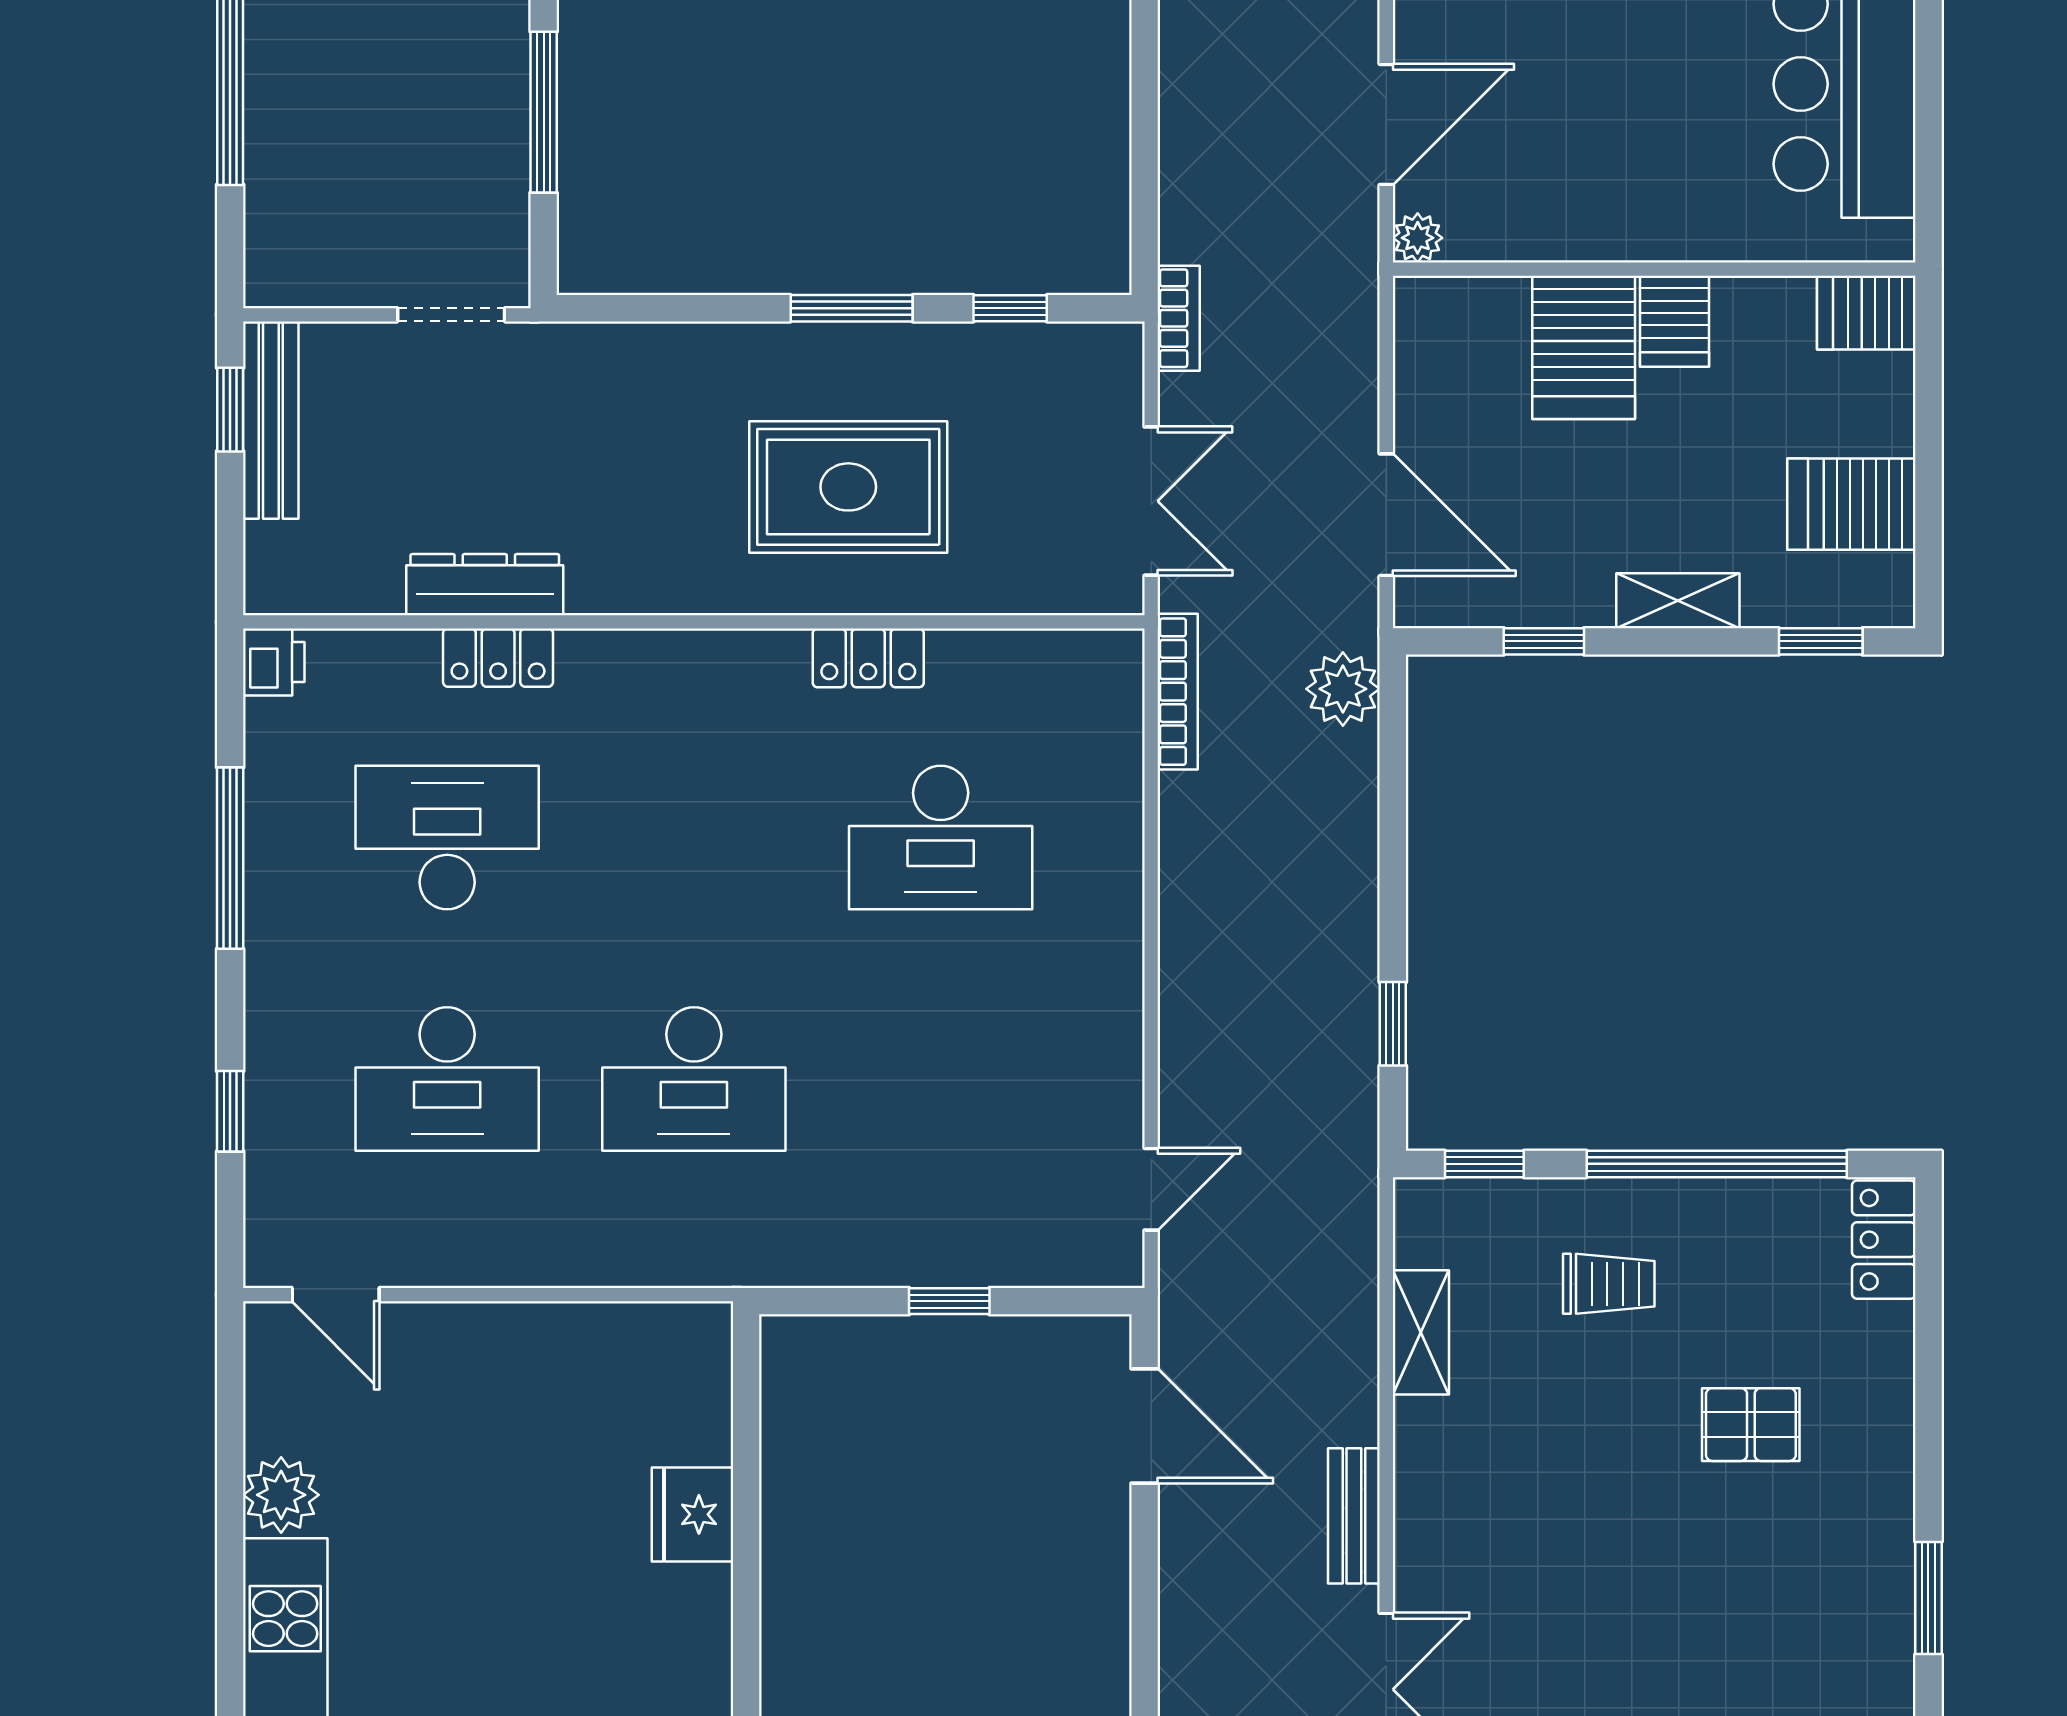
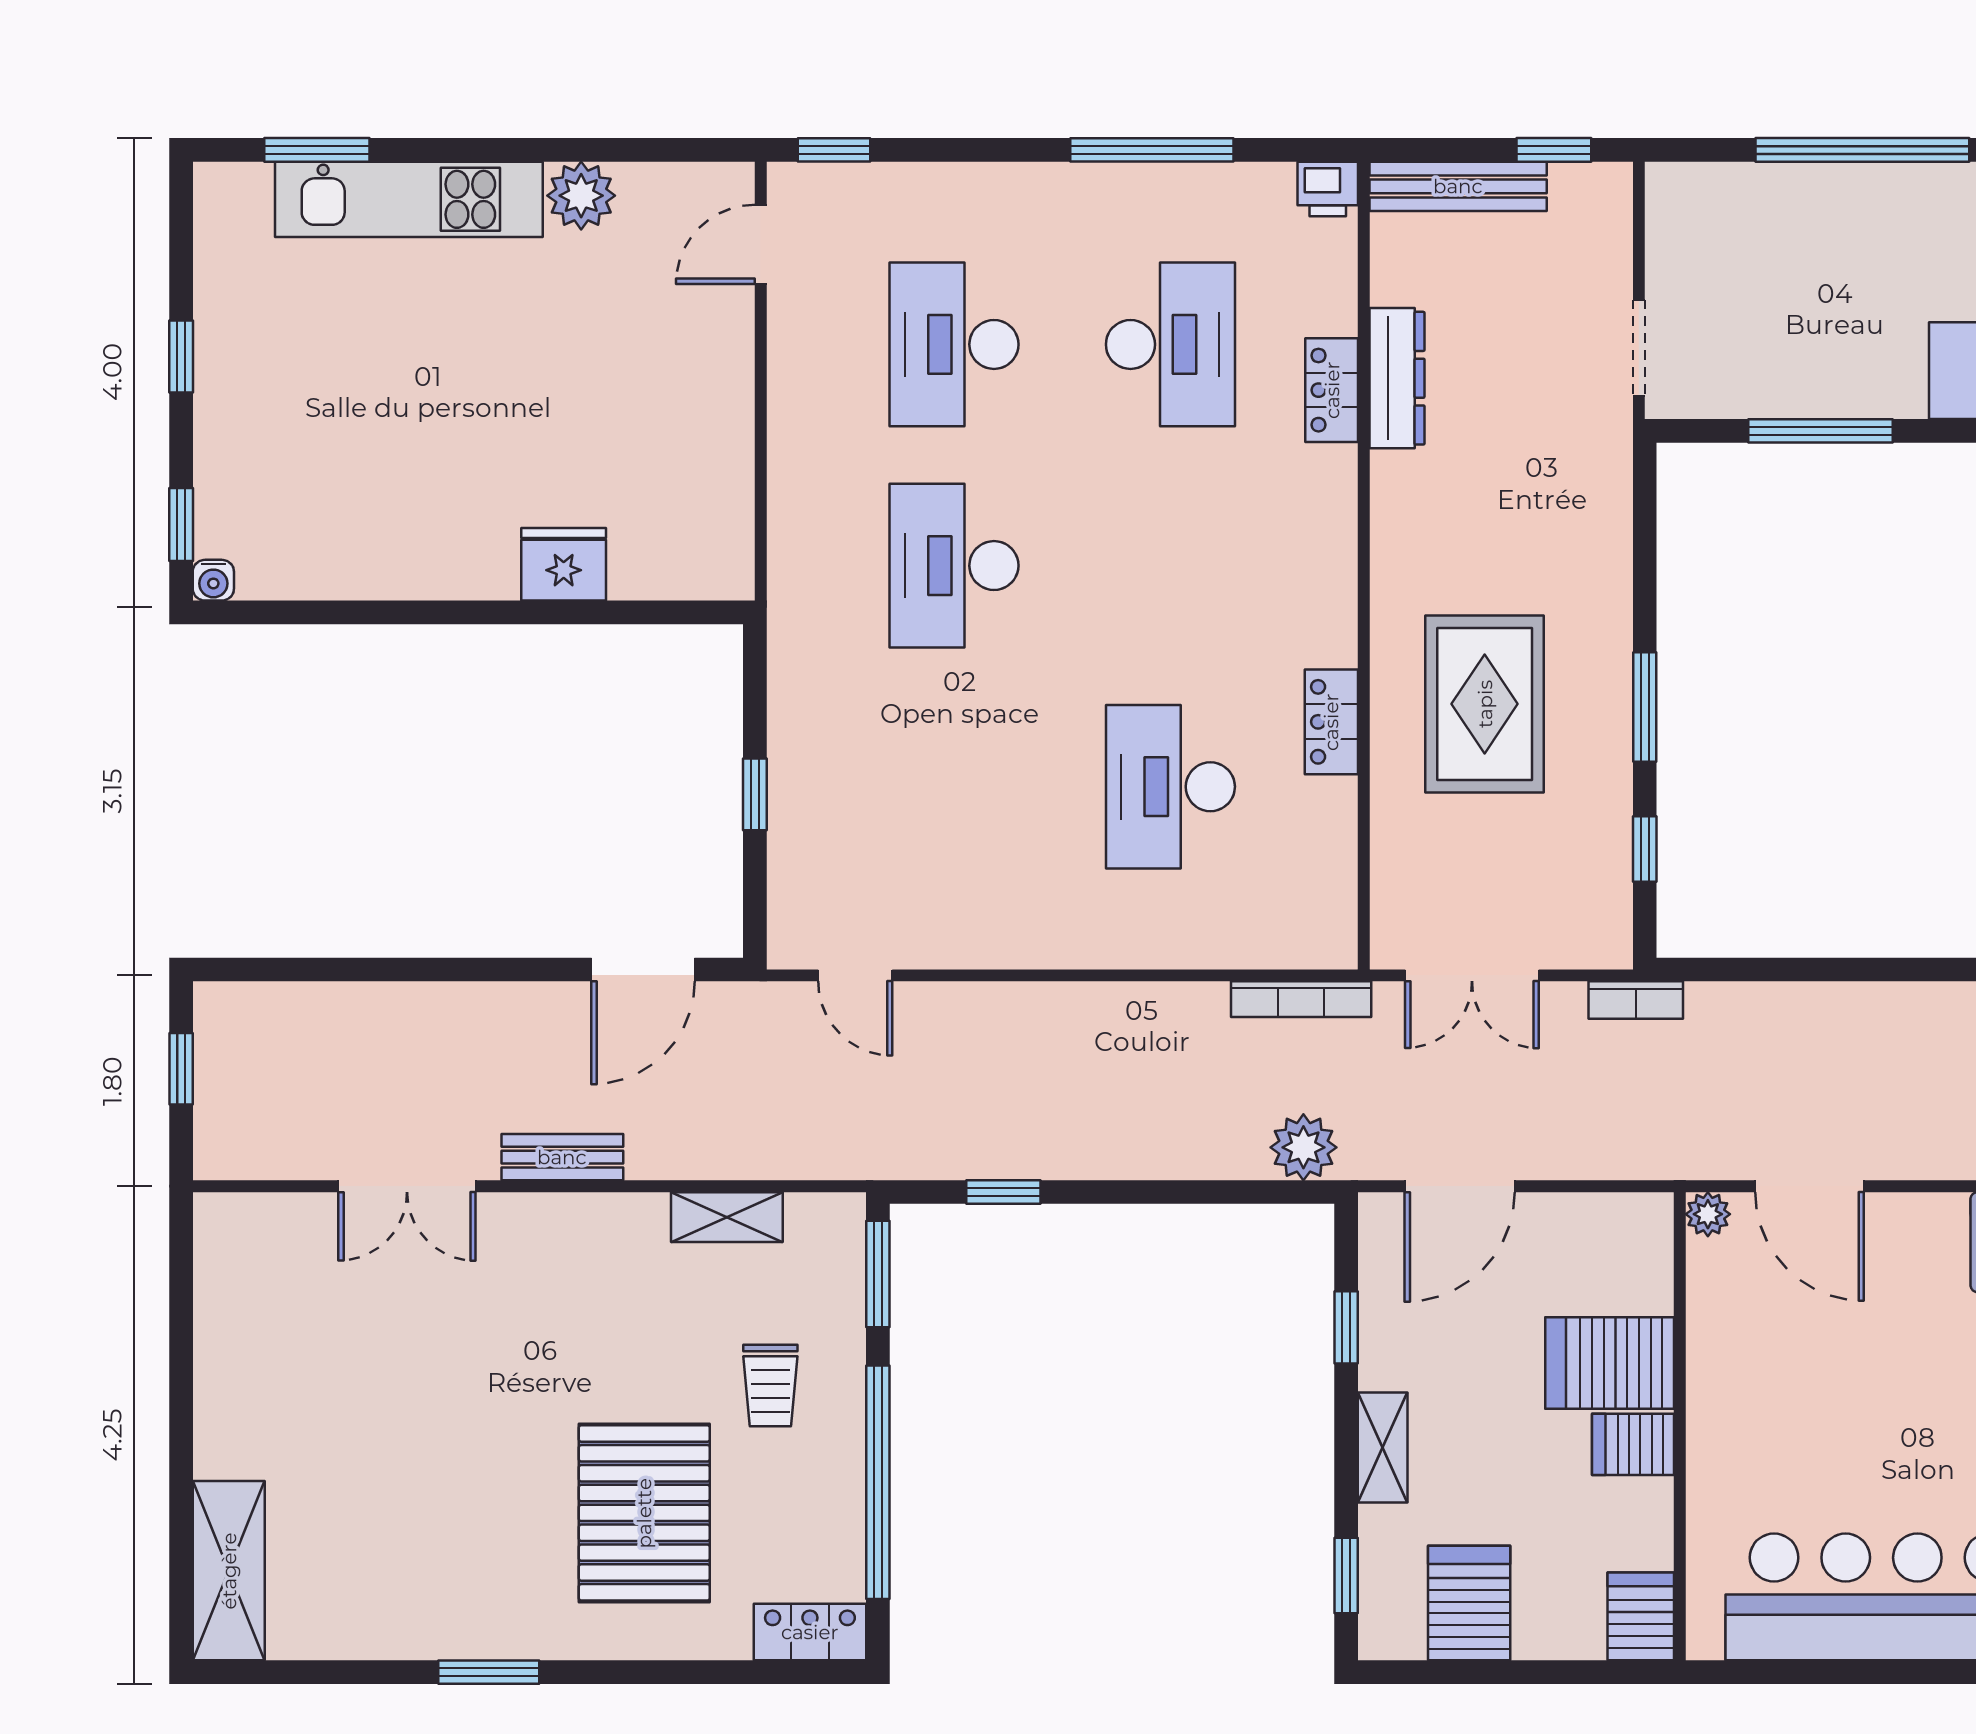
bench: (271, 420) -> (1458, 186), moved
window: (230, 1111) -> (834, 150), moved
window: (1484, 1164) -> (878, 1274), width x1.50
pallet: (1751, 1425) -> (644, 1513), width x2.05, depth x2.00

